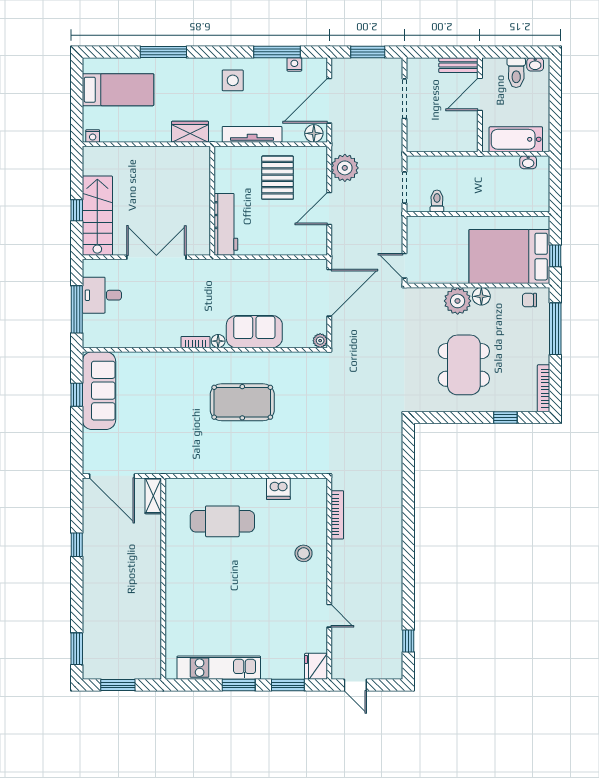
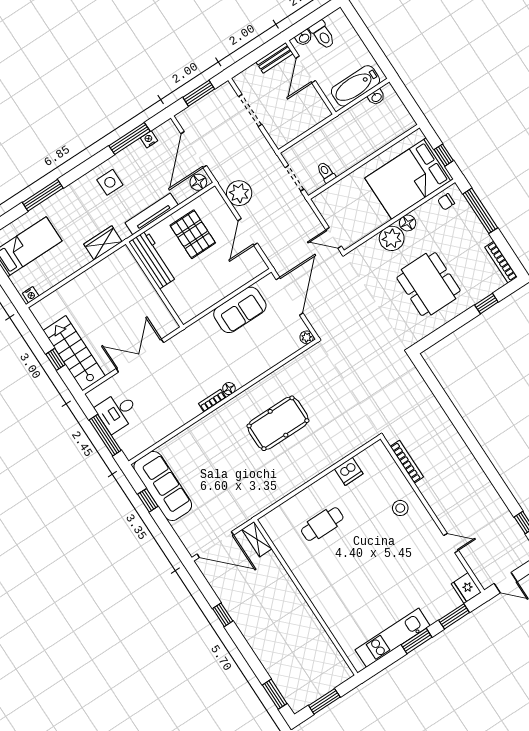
washbasin: (535, 64) -> (304, 38), moved
workbench: (226, 224) -> (153, 260), moved
sofa: (254, 332) -> (240, 310), moved, turned 180
cafe table: (222, 521) -> (322, 524), width x0.73, depth x0.74

